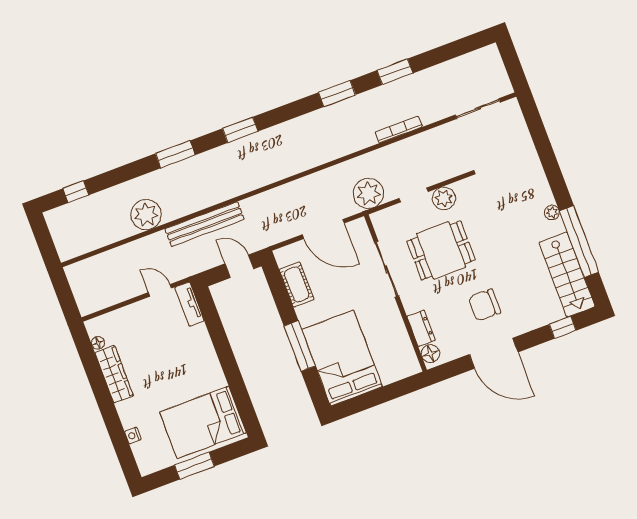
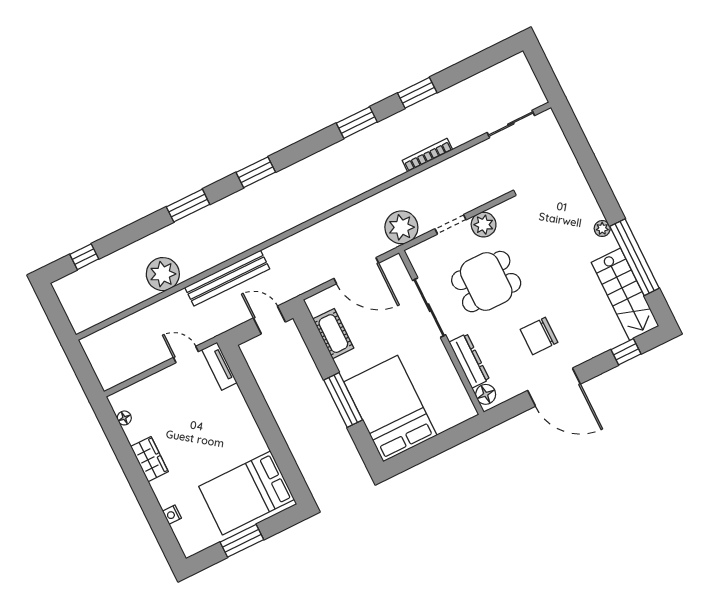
dresser: (421, 328) -> (469, 361), width x1.44
wardrobe: (114, 374) -> (149, 459), width x0.67

